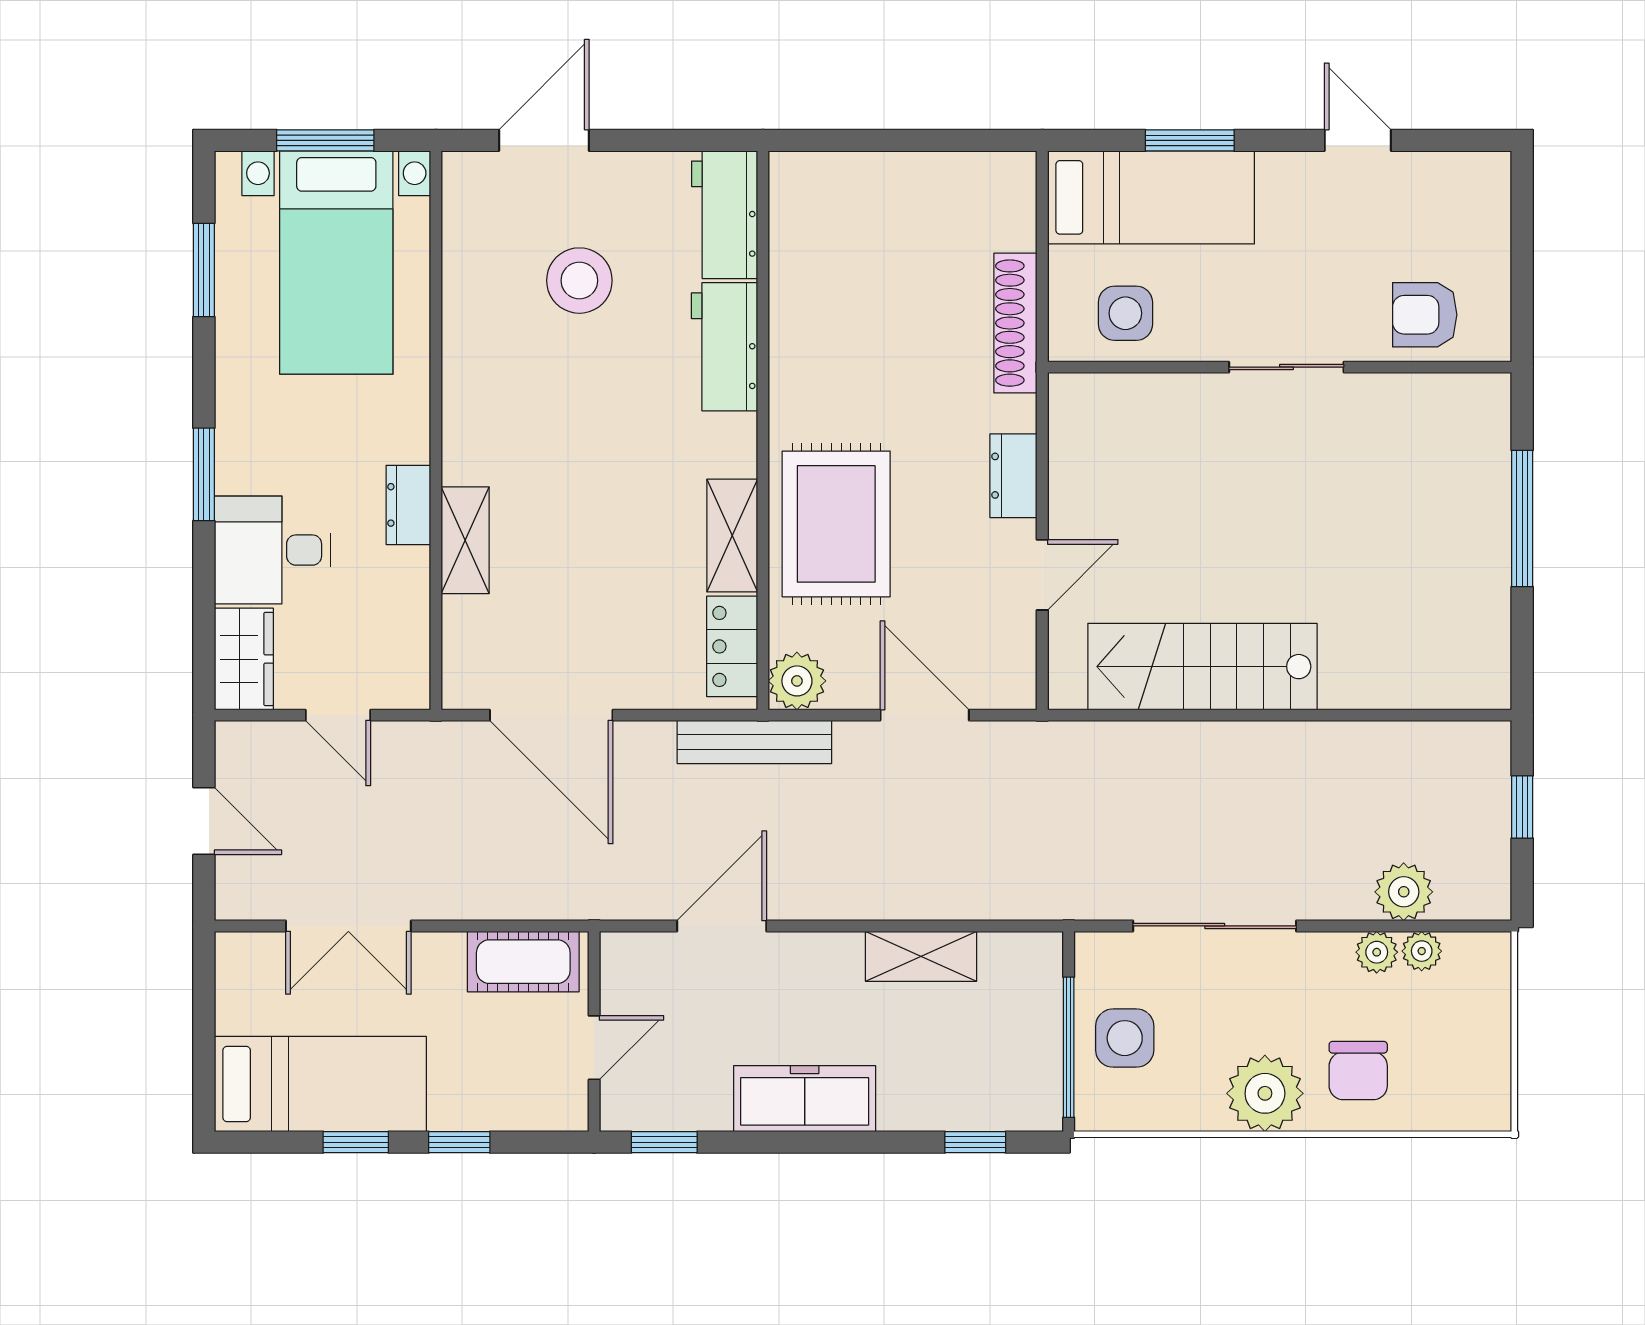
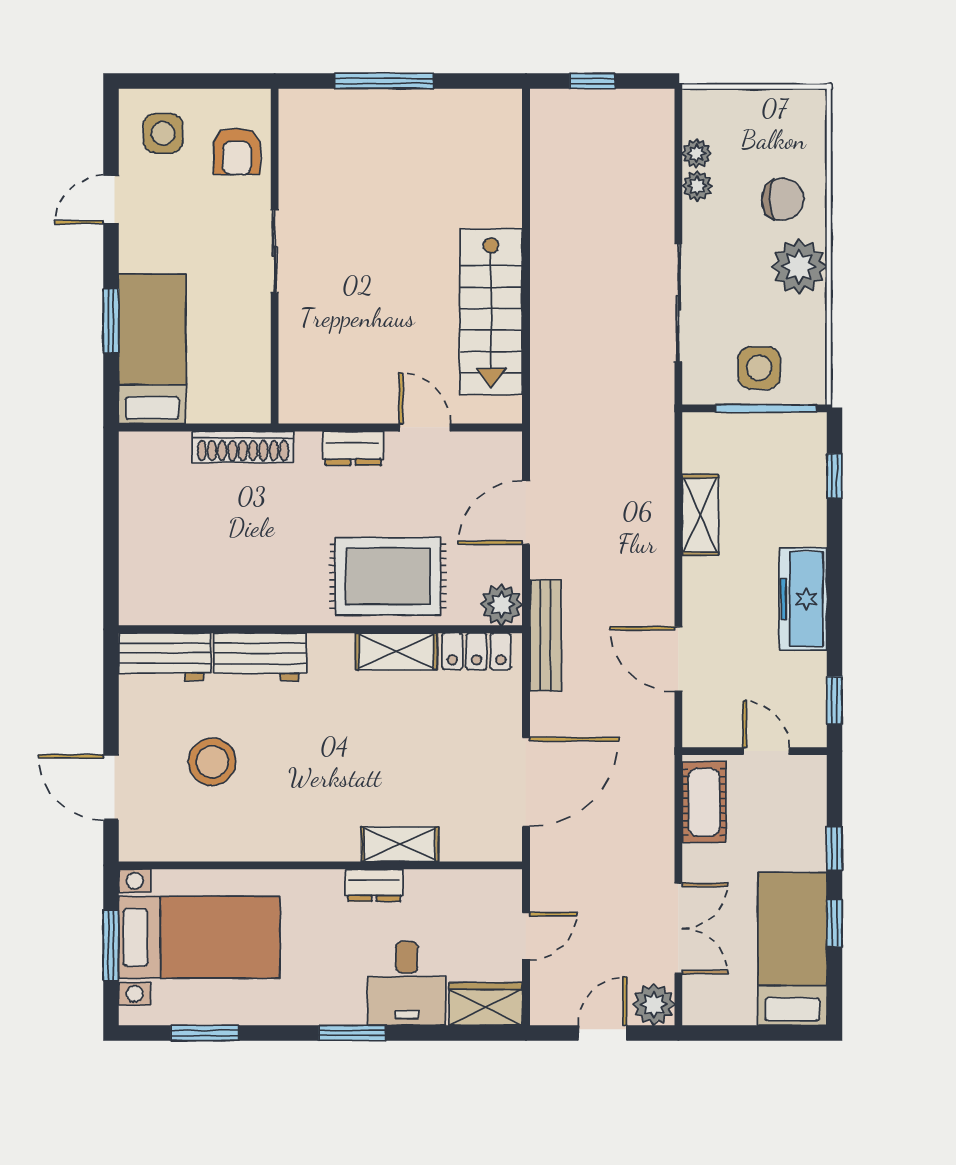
side table: (1125, 313) -> (163, 133), moved
plant: (1404, 892) -> (654, 1004), moved

